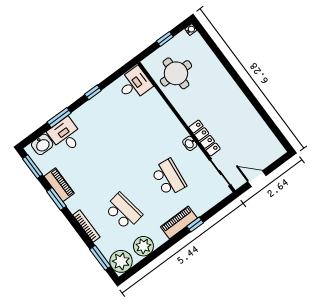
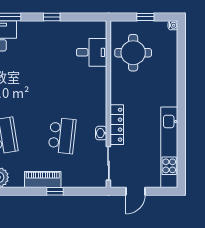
desk: (134, 84) -> (92, 52), moved
kitchen unit: (258, 126) -> (169, 147), added
washbasin: (190, 143) -> (101, 133), moved
door: (257, 179) -> (135, 191), swing flipped

